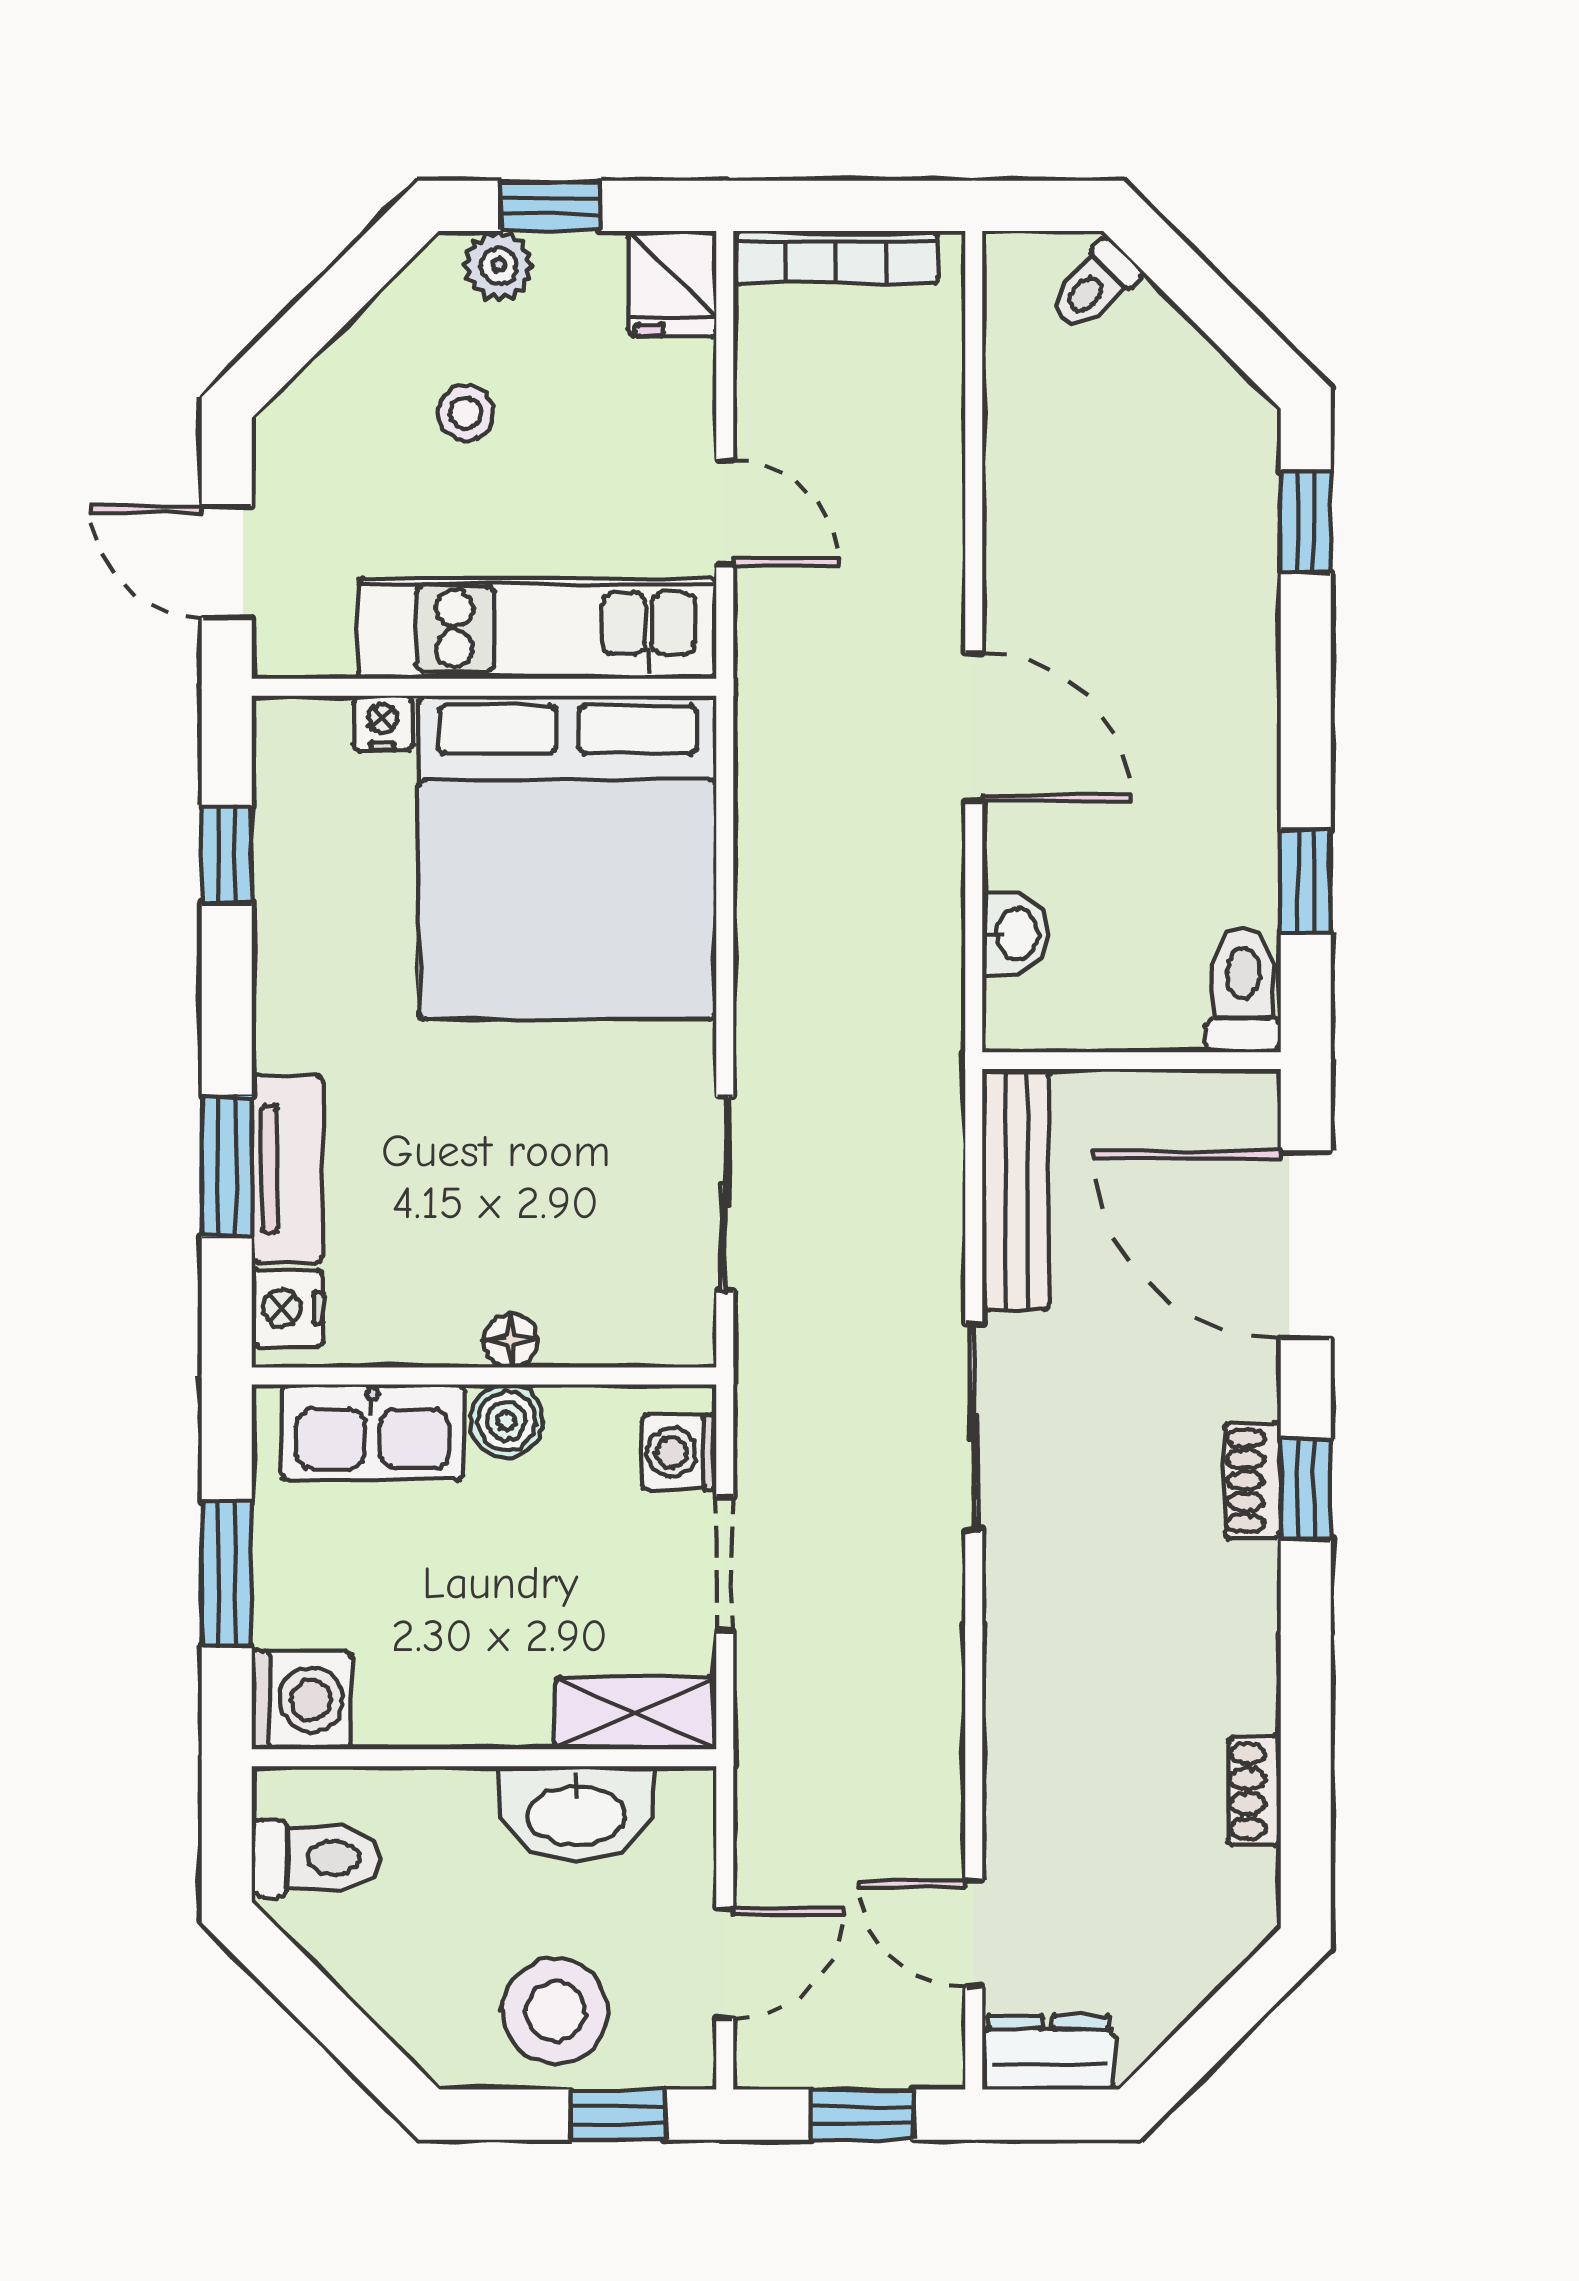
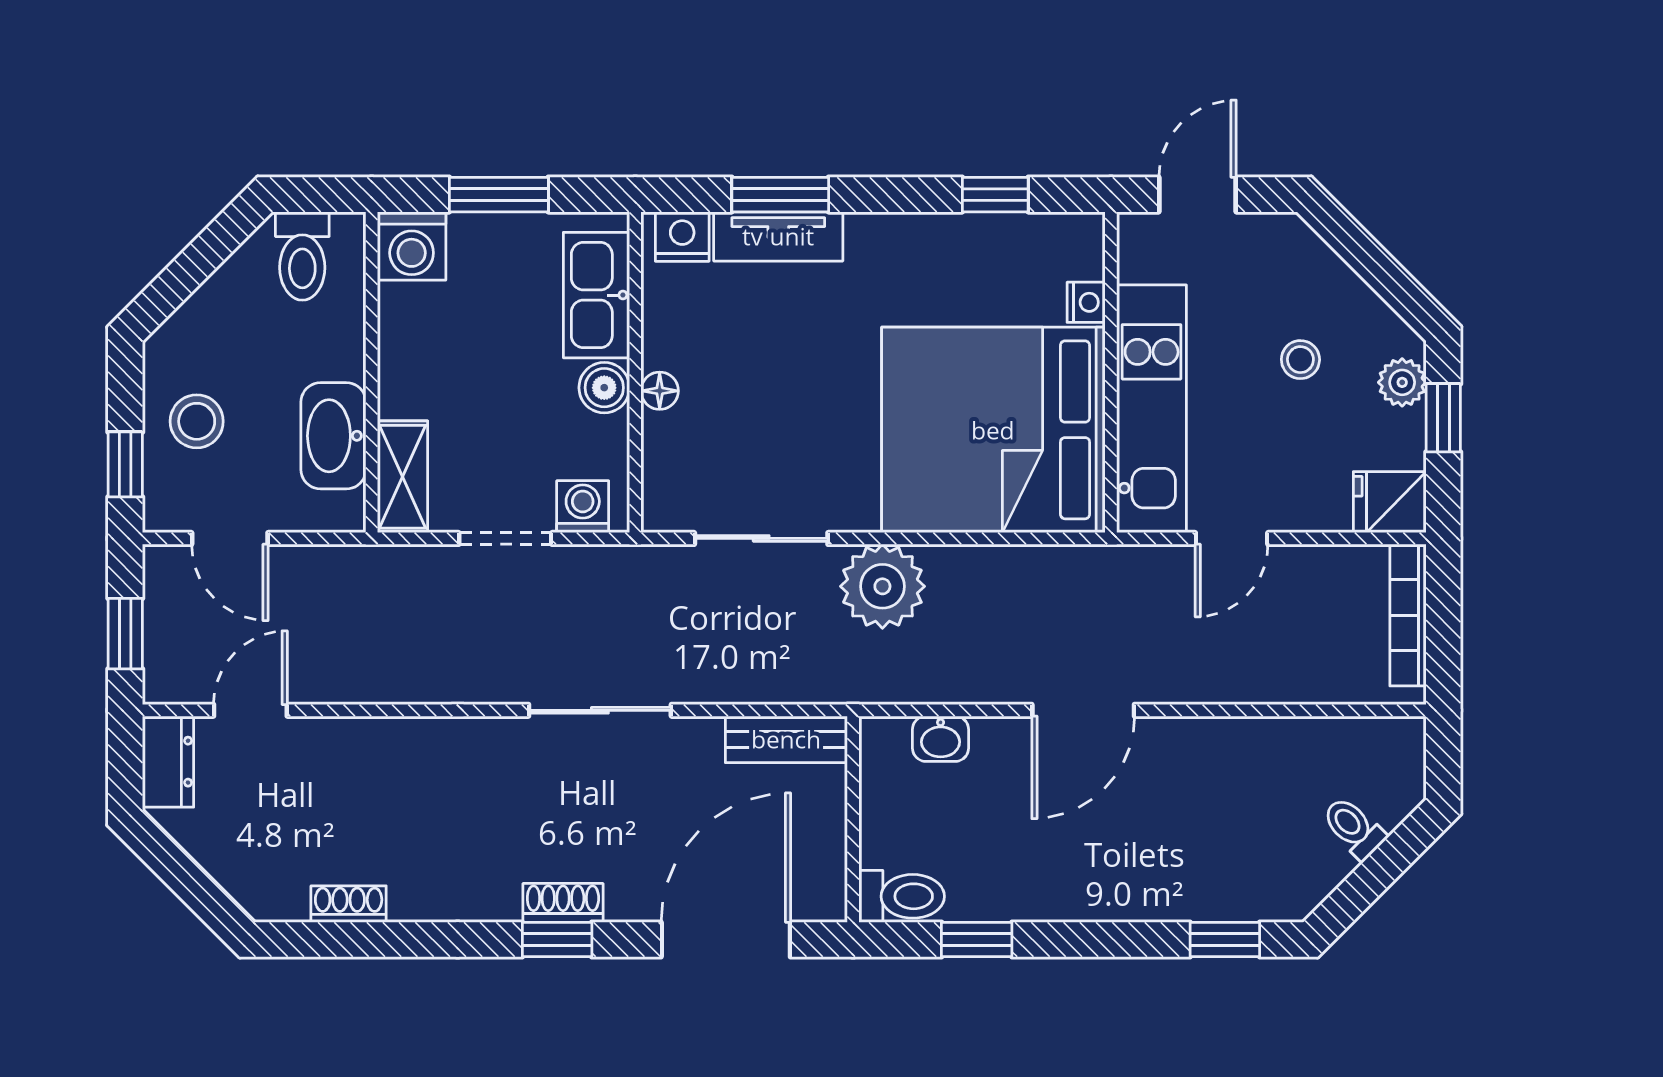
toilet: (1094, 286) -> (1354, 828), moved
plant: (794, 1018) -> (882, 586), added
bench: (1016, 1189) -> (786, 739), width x0.73
stool: (555, 2011) -> (197, 421), width x0.73, depth x0.73

